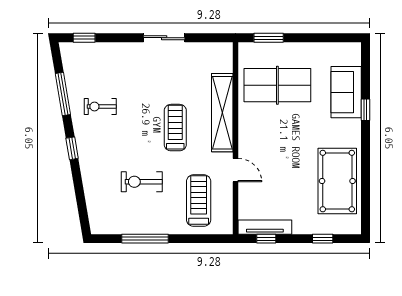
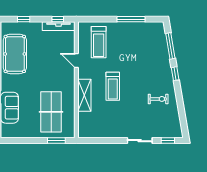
sliding door: (164, 38) -> (140, 141), moved
table tennis table: (277, 85) -> (51, 112), turned 90
window: (63, 94) -> (170, 46), moved
shelving: (222, 113) -> (84, 95), width x0.68
exercise bike: (142, 182) -> (133, 54), removed

